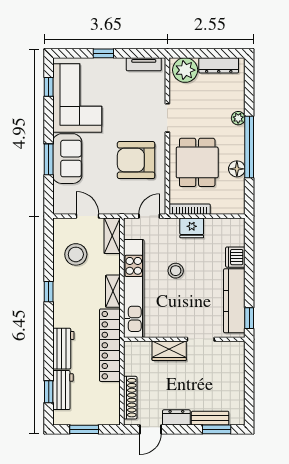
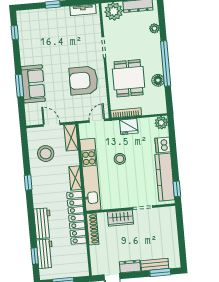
corner sofa: (77, 98) -> (36, 39), removed
plant: (238, 118) -> (154, 28), moved
plant: (236, 227) -> (161, 123), added
shoe rack: (130, 398) -> (93, 229), moved

